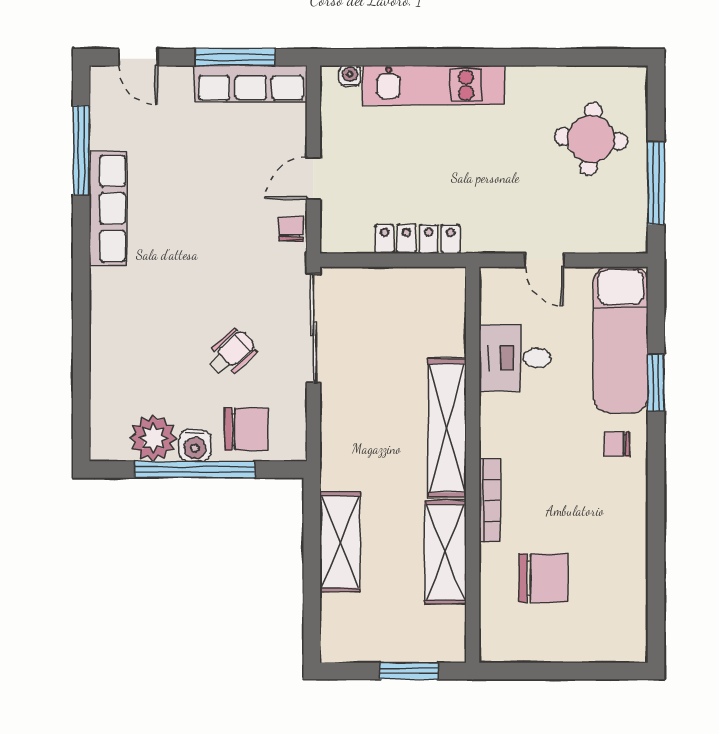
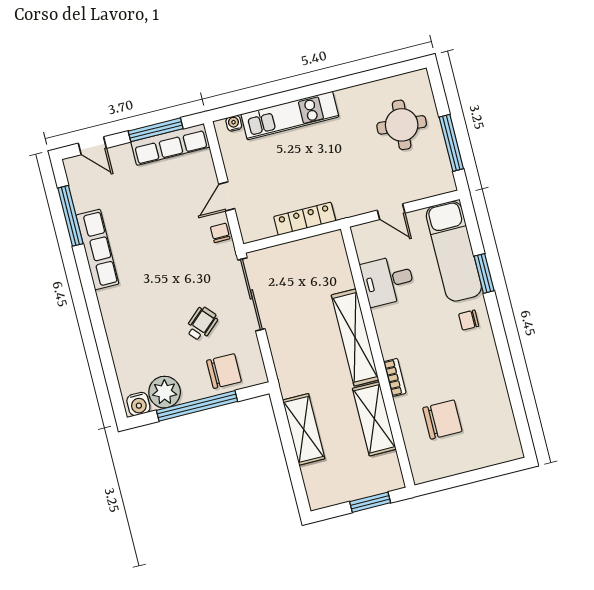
water cooler: (195, 446) -> (138, 404), moved
bookcase: (490, 500) -> (395, 377), width x0.64

